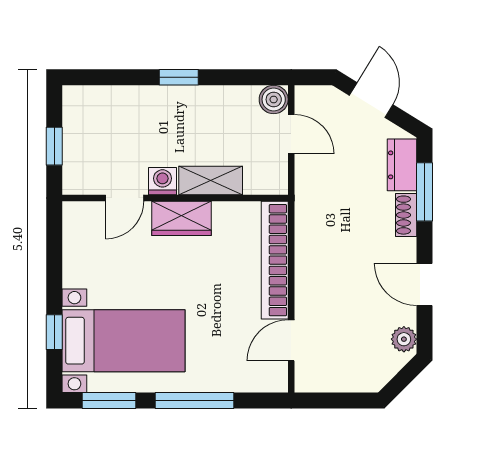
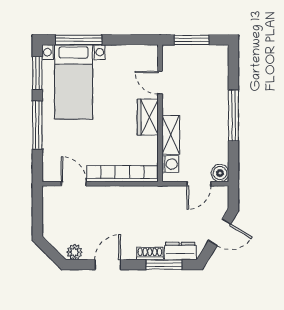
window: (179, 77) -> (233, 115), width x2.17
window: (54, 146) -> (192, 40), width x1.50
washing machine: (162, 181) -> (170, 164), moved
window: (54, 332) -> (79, 40), width x2.17

